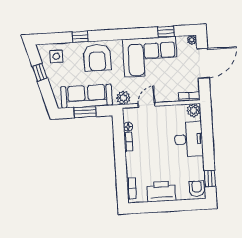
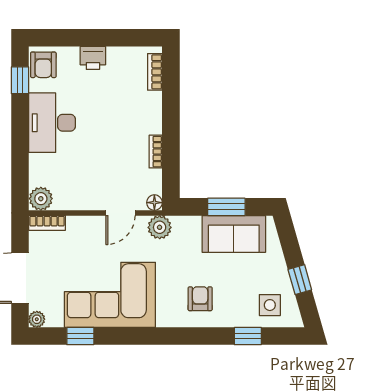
window: (80, 37) -> (248, 336), moved
armchair: (97, 58) -> (200, 299), width x0.53, depth x0.53
sofa: (86, 96) -> (234, 234), width x0.73
floor lamp: (128, 127) -> (154, 203), moved
desk: (189, 139) -> (52, 123), moved
printer: (161, 191) -> (93, 58), width x0.53, depth x0.68

